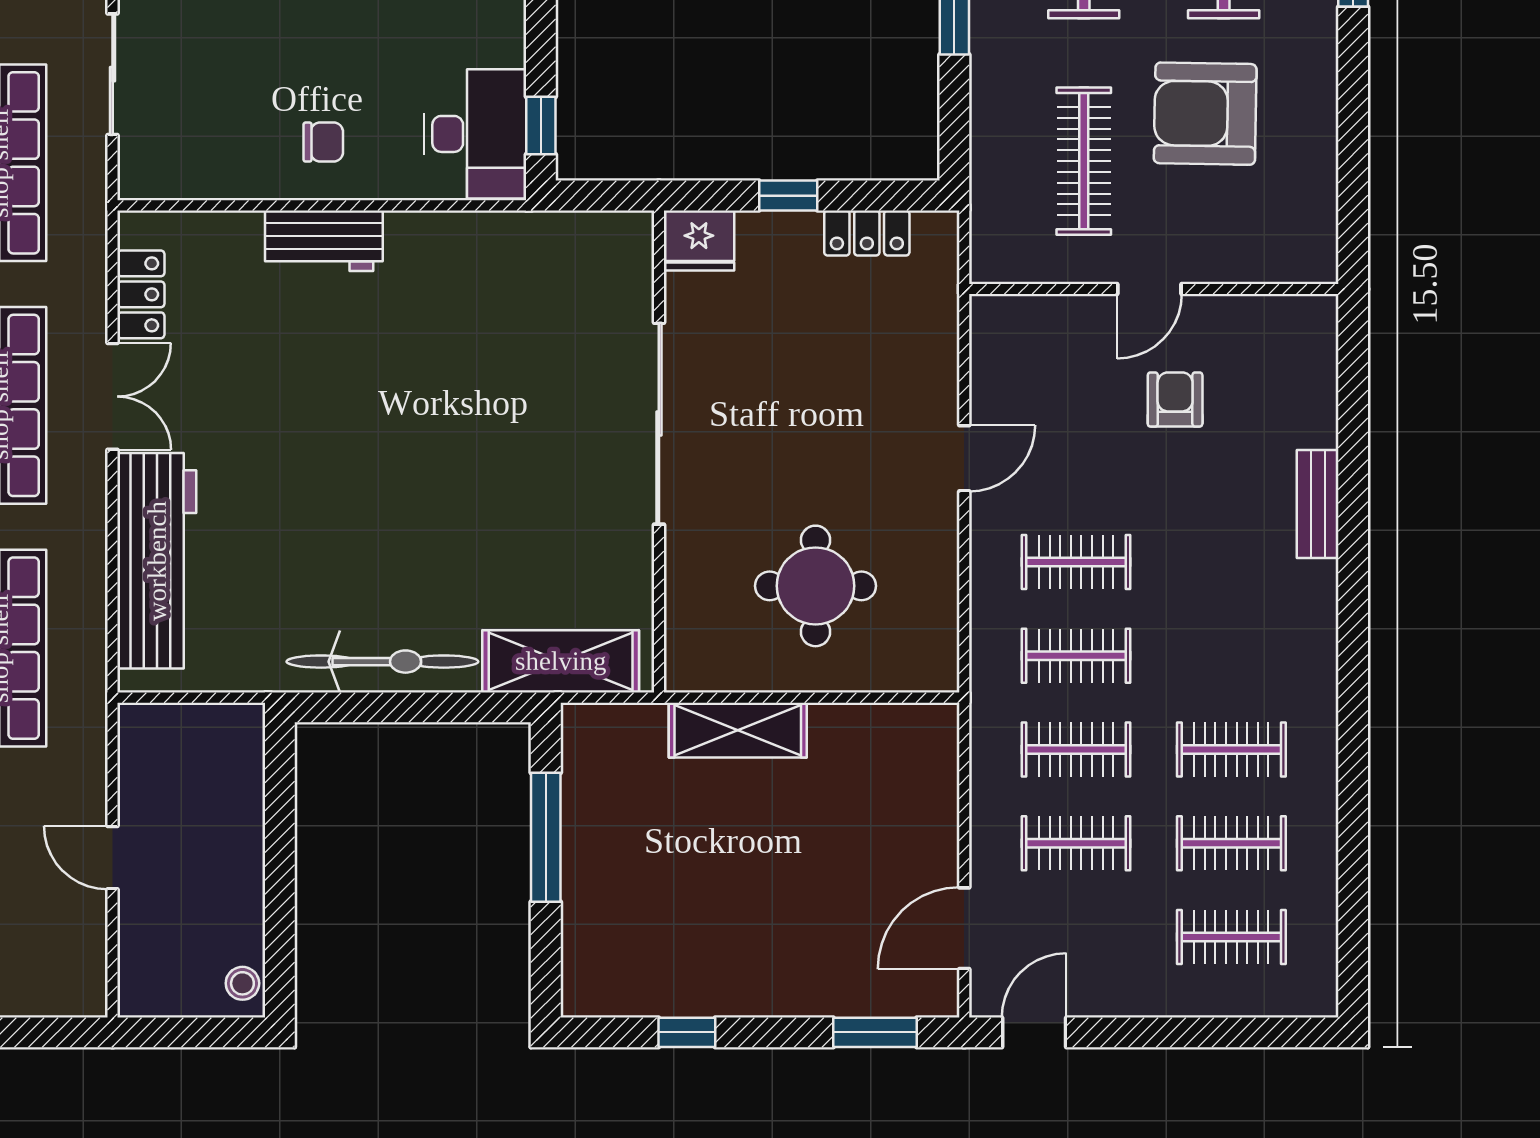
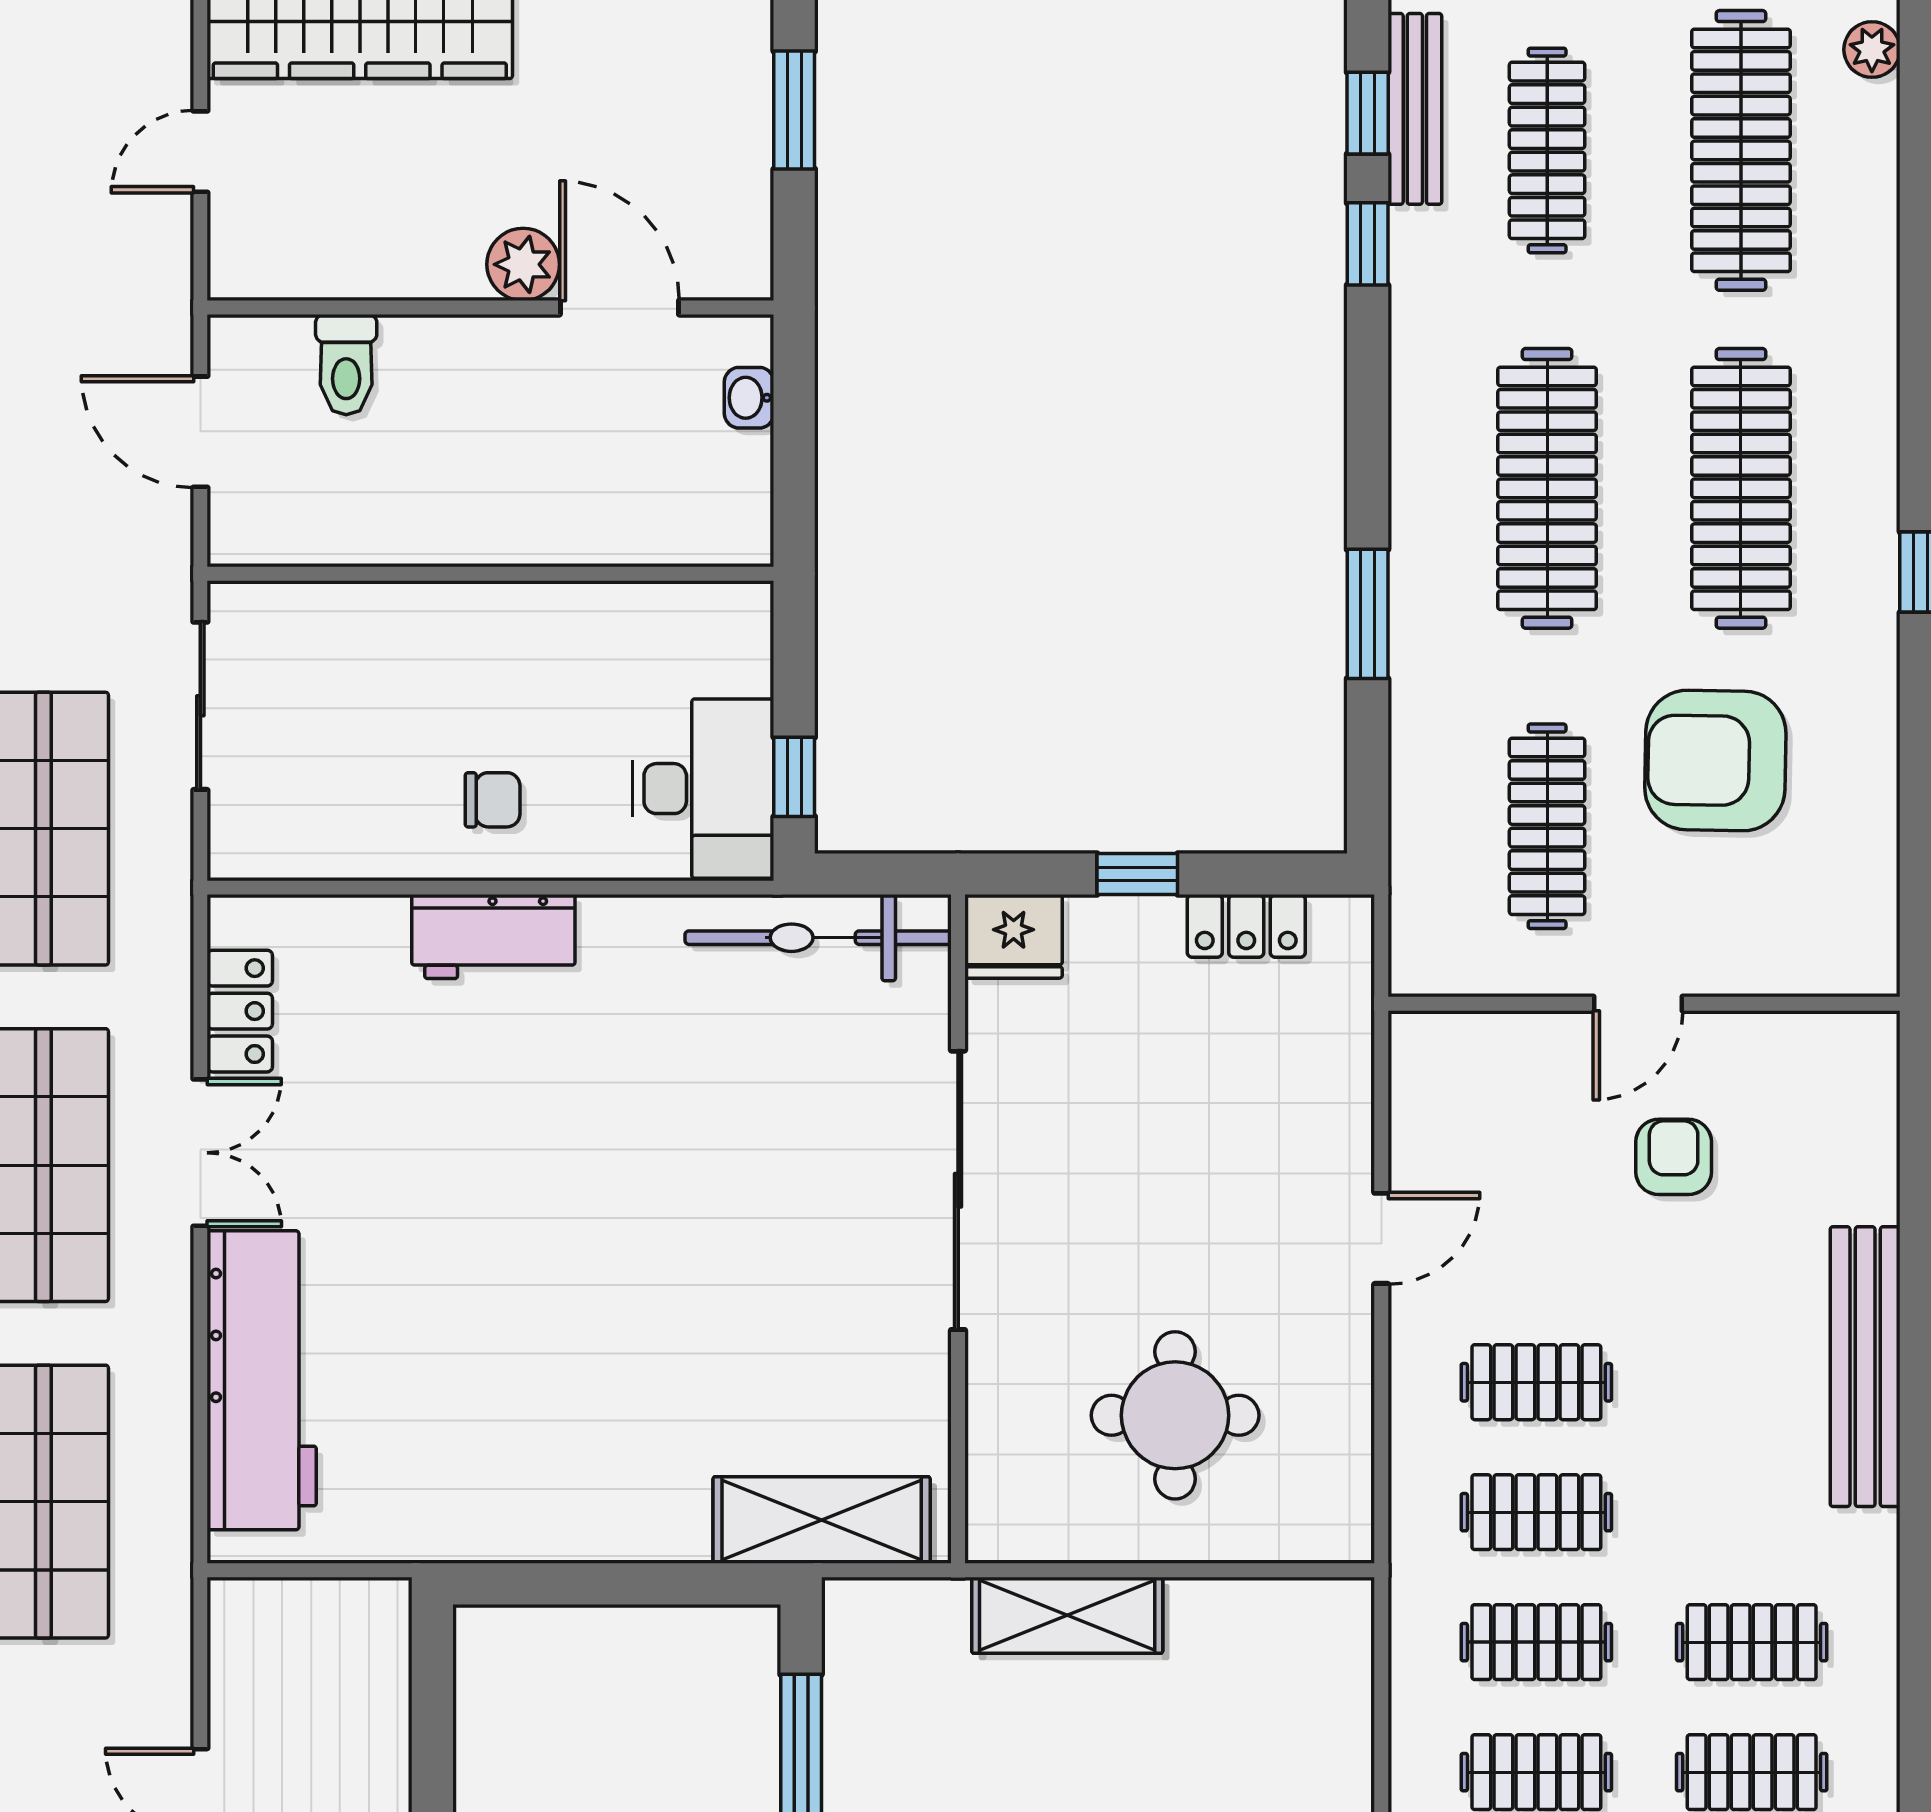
bench: (1318, 504) -> (1865, 1367), width x1.86, depth x1.21
bicycle: (382, 662) -> (818, 938), moved, turned 180

